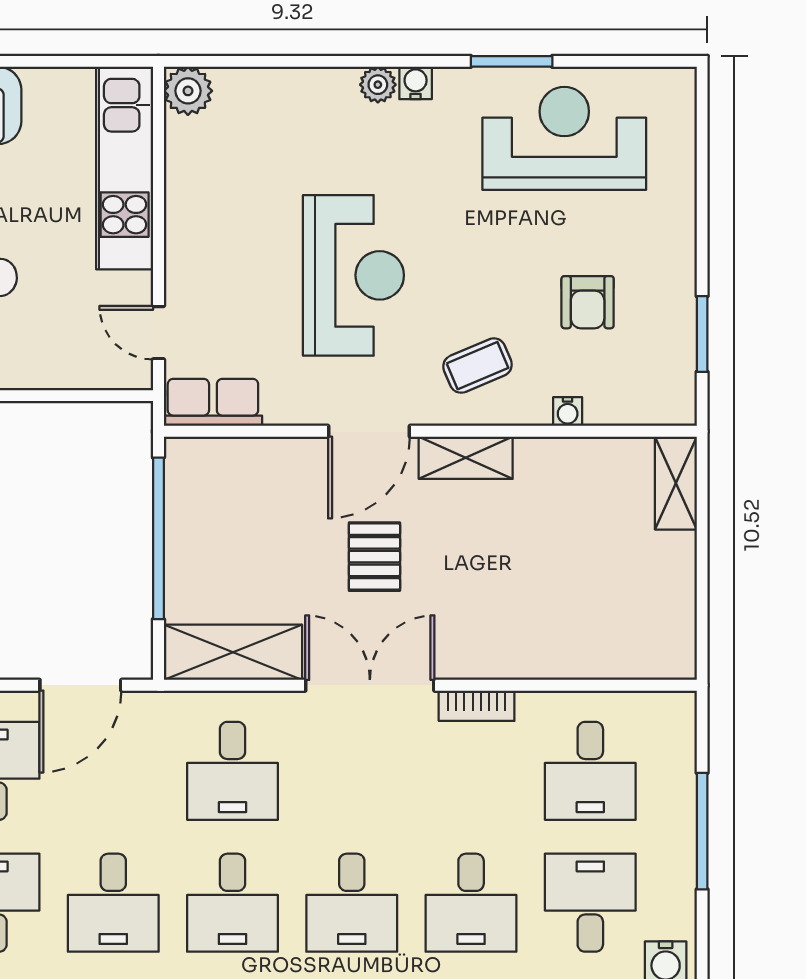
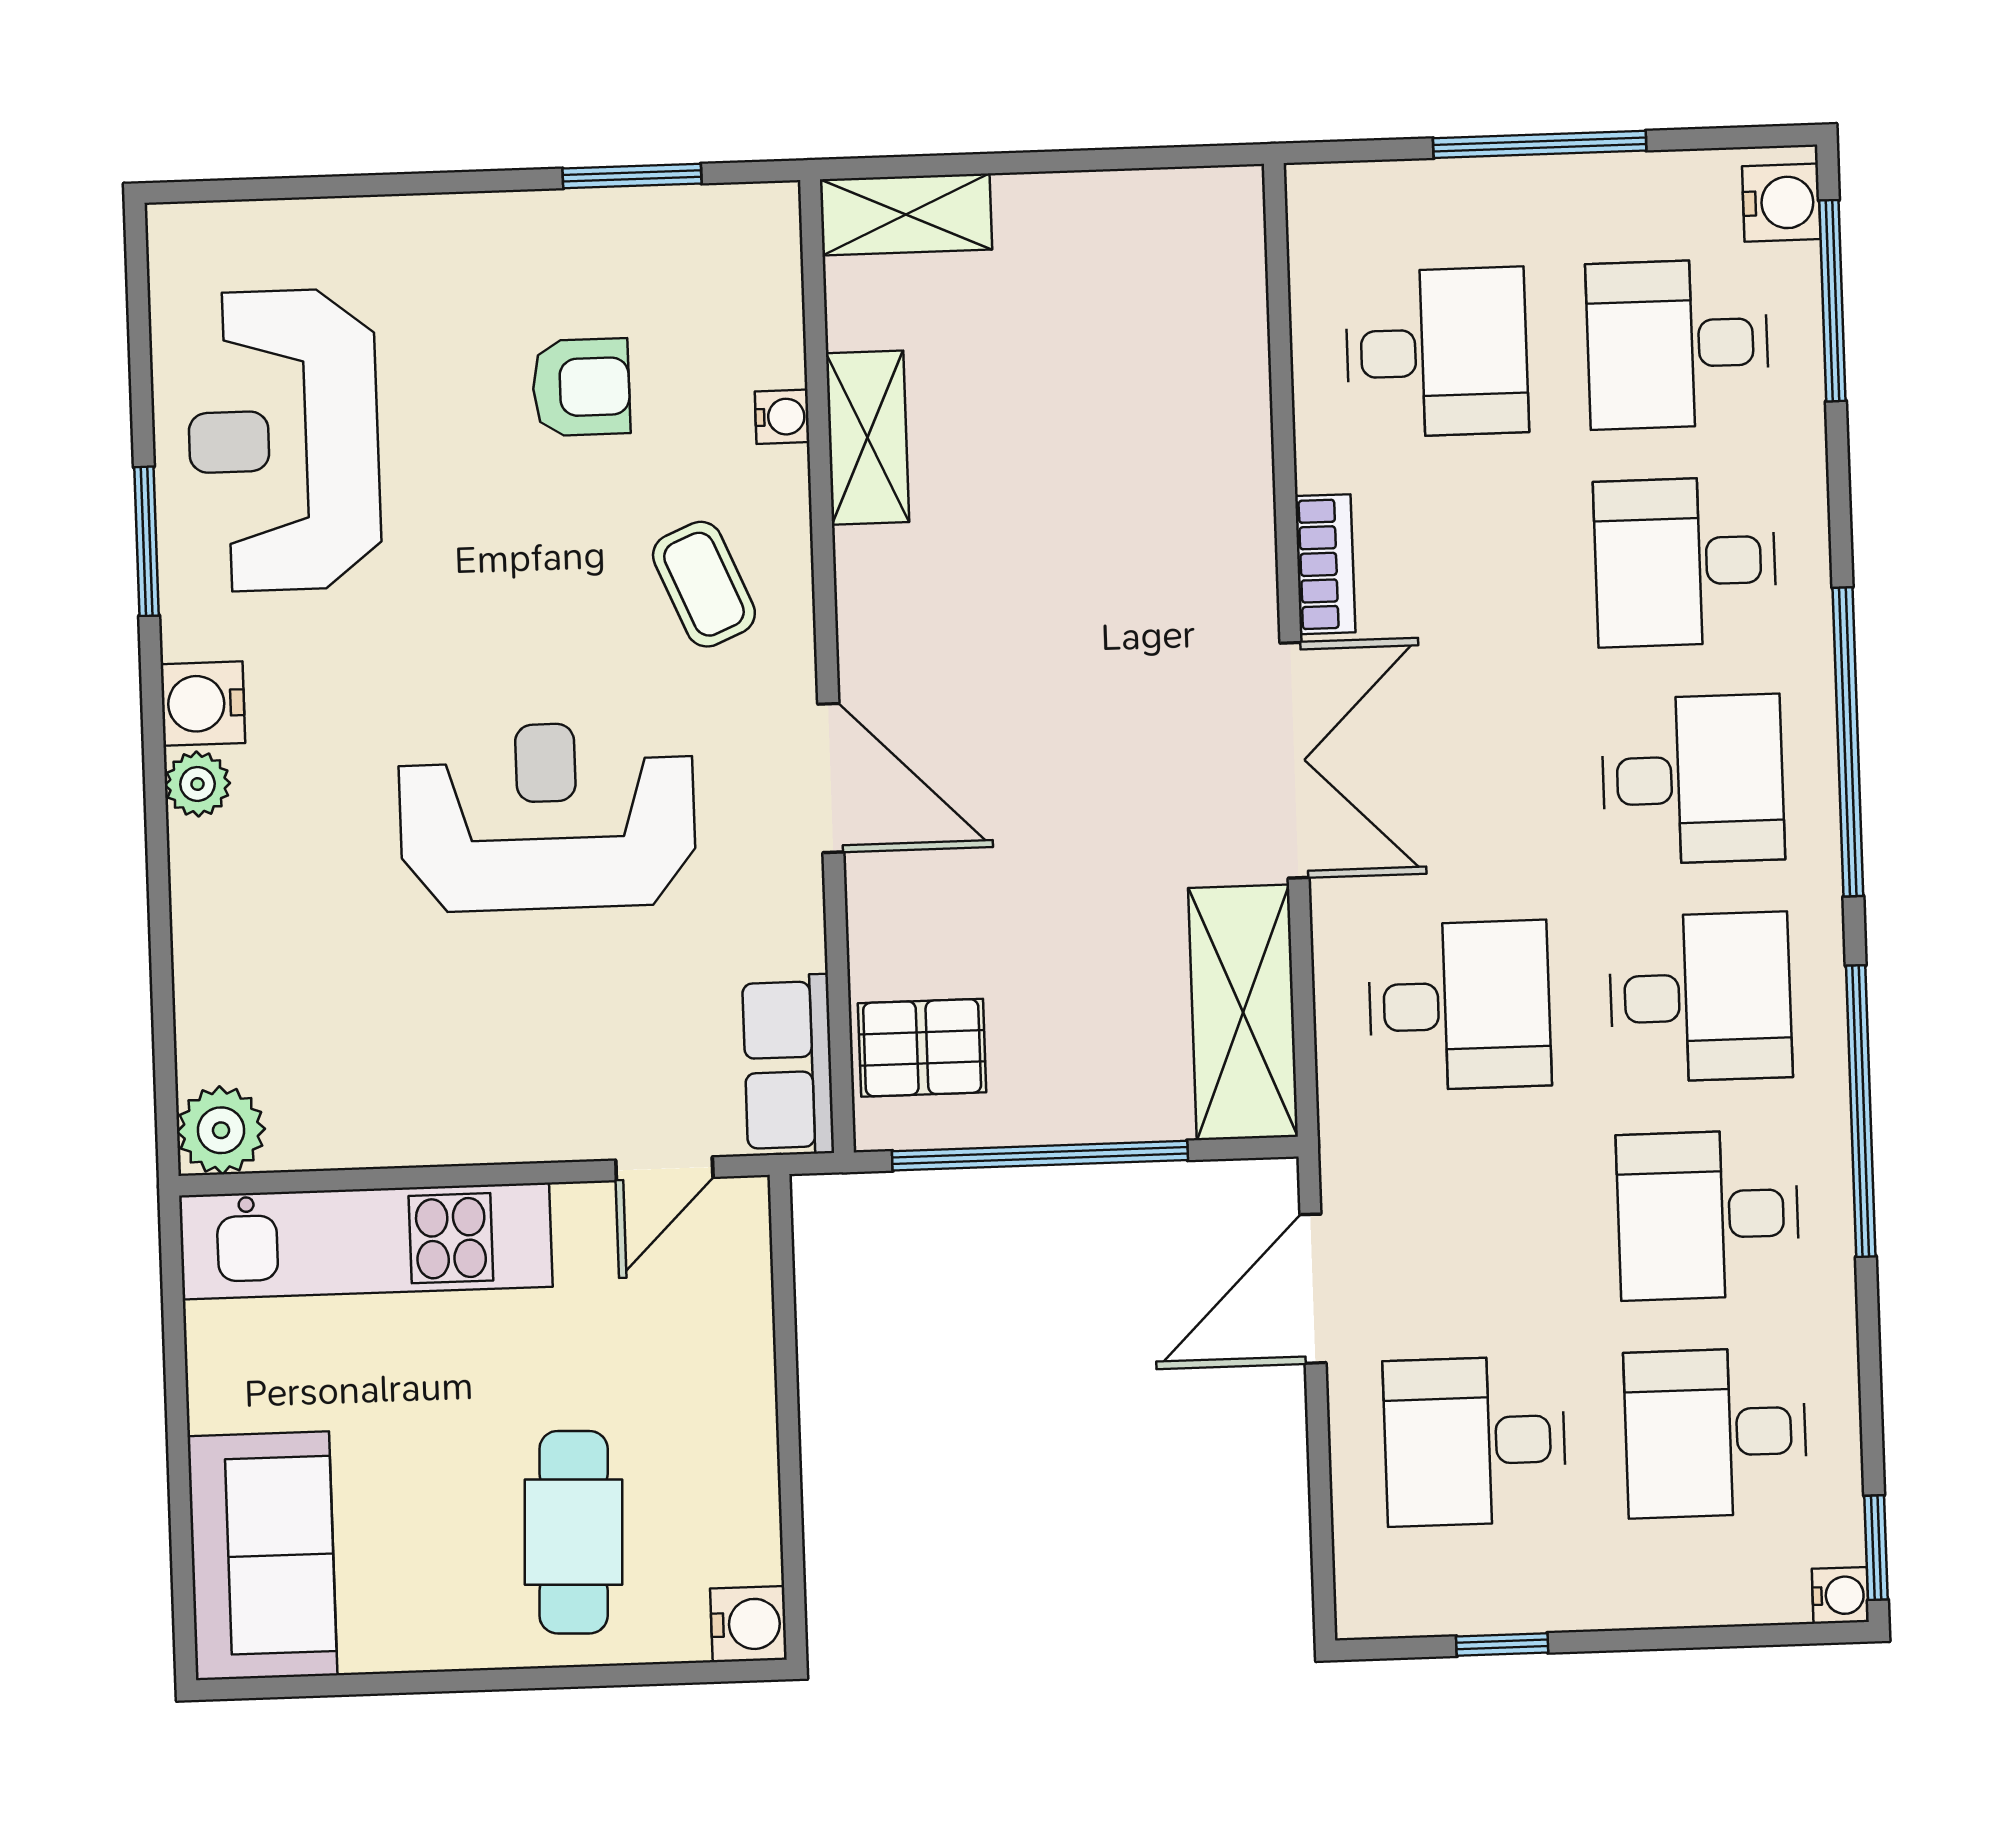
water cooler: (416, 83) -> (203, 704), width x1.38, depth x1.38
shelving: (466, 458) -> (867, 438), moved
pallet: (374, 557) -> (922, 1048), moved
door: (80, 685) -> (1313, 1289), swing flipped
double door: (370, 685) -> (1295, 760), swing flipped
desk: (113, 903) -> (1708, 1215), turned 180
desk: (471, 903) -> (1685, 562), turned 180

